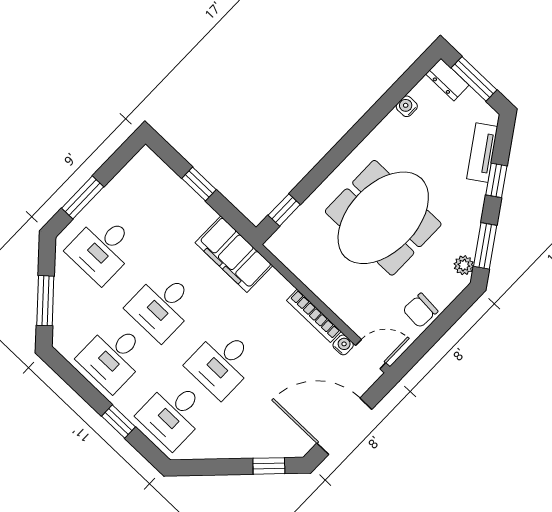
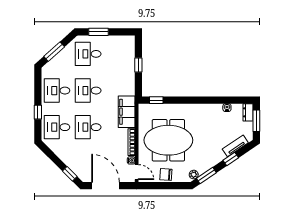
meeting table: (383, 218) -> (168, 140), moved
filing cabinet: (234, 254) -> (127, 112), moved

